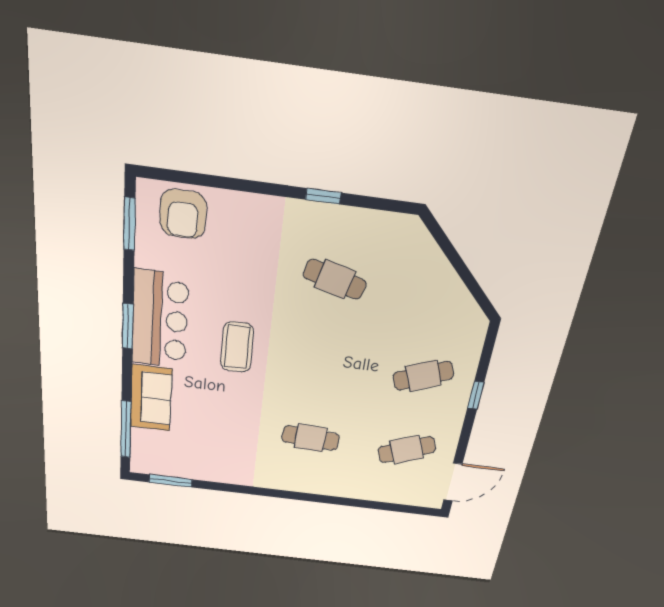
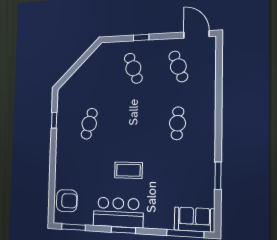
window: (323, 196) -> (54, 120), moved
sofa: (151, 398) -> (194, 219), moved
window: (170, 481) -> (218, 176), moved

